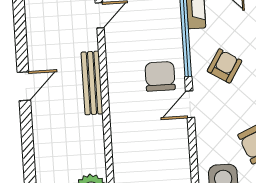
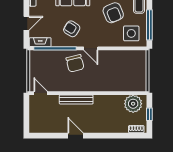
chair: (160, 76) -> (75, 63), turned -104

